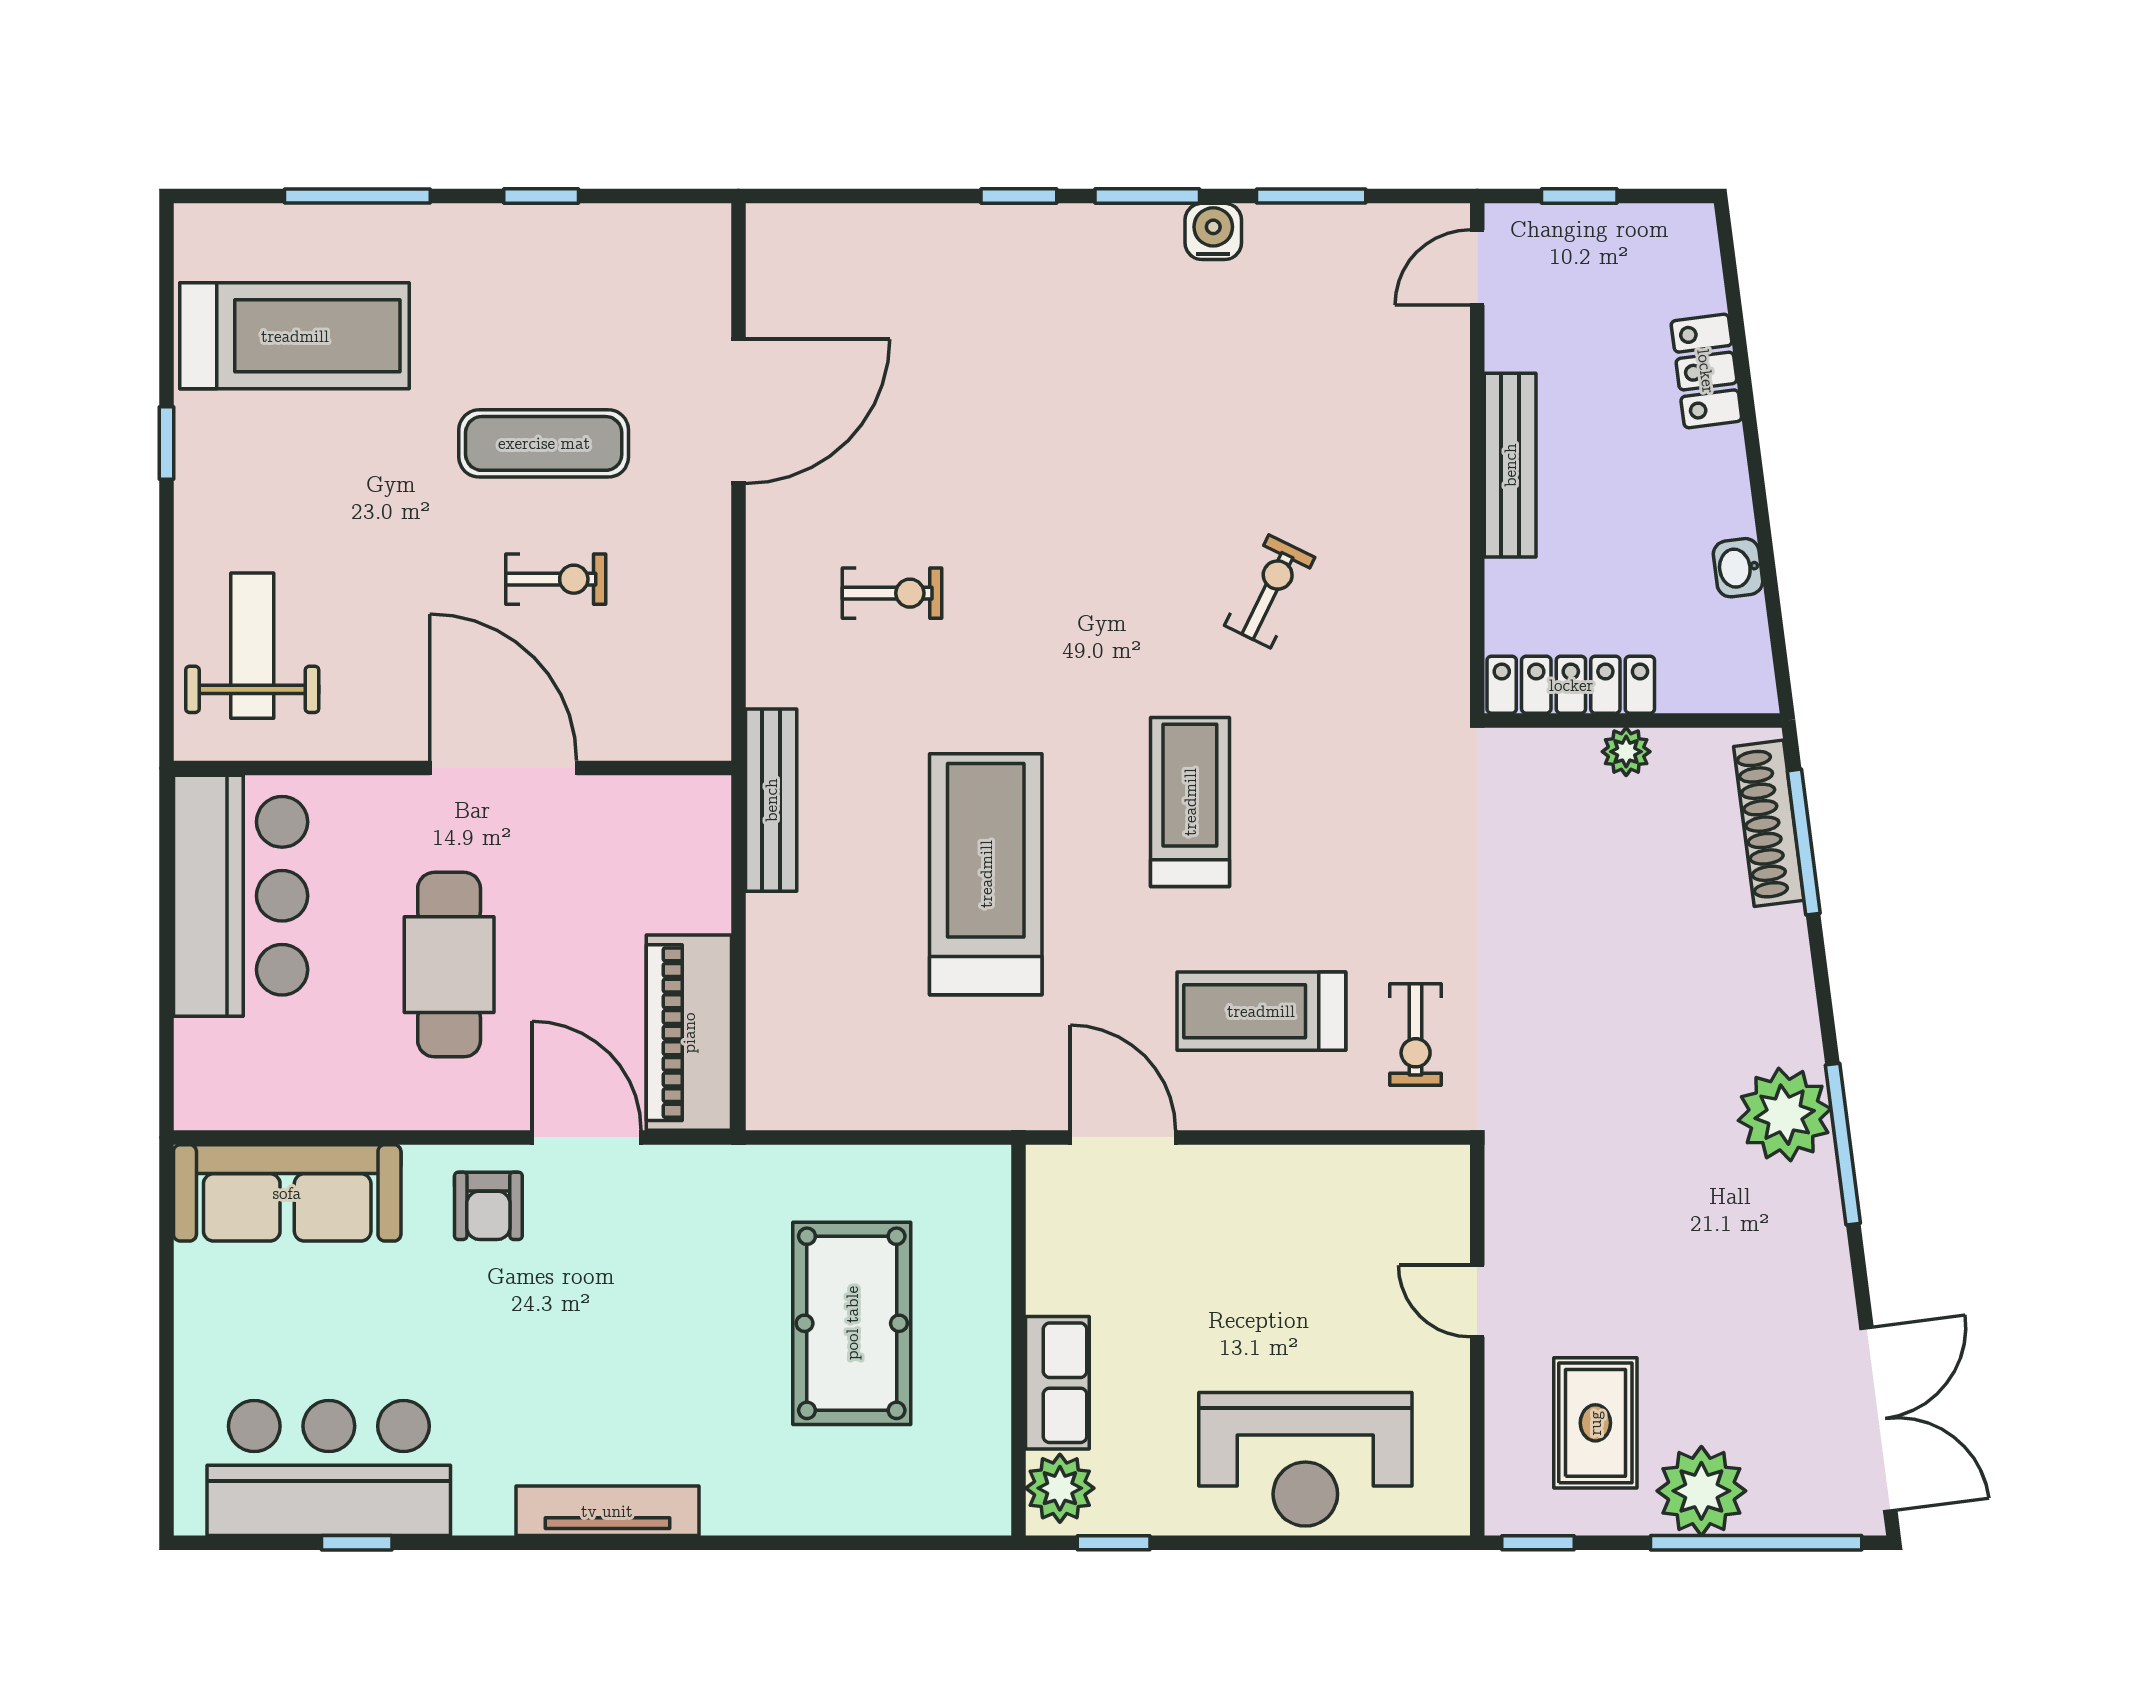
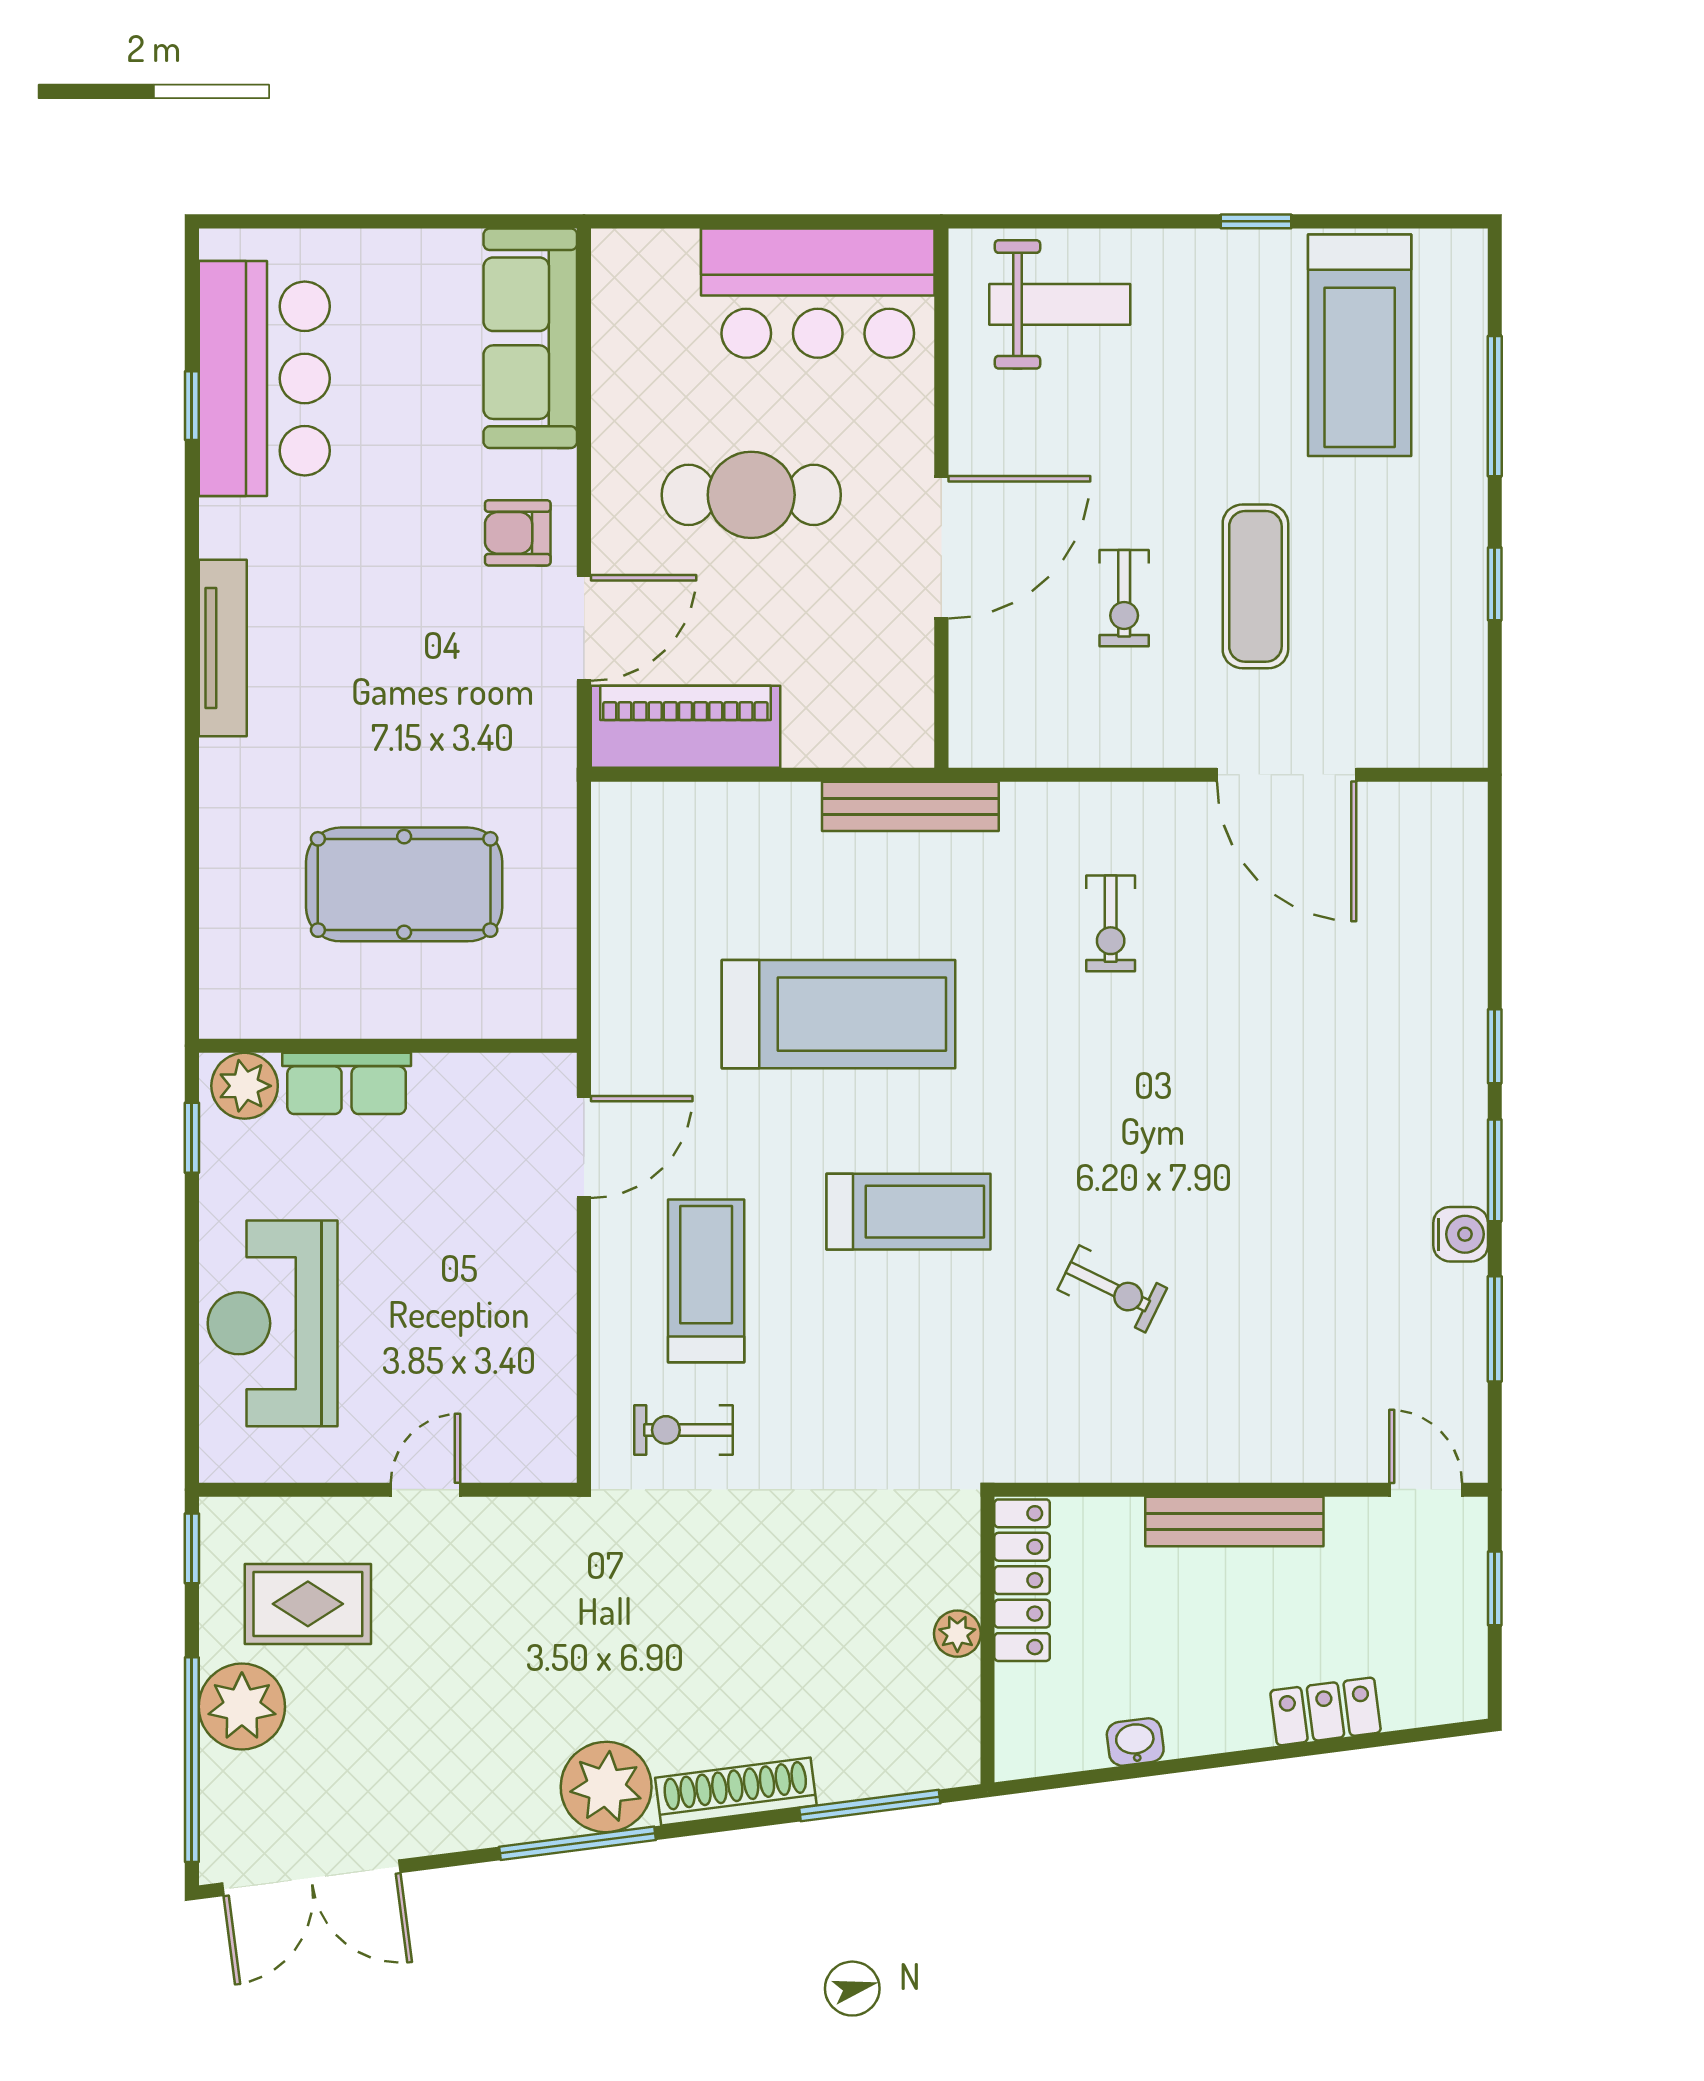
shoe rack: (1769, 823) -> (736, 1792), moved

